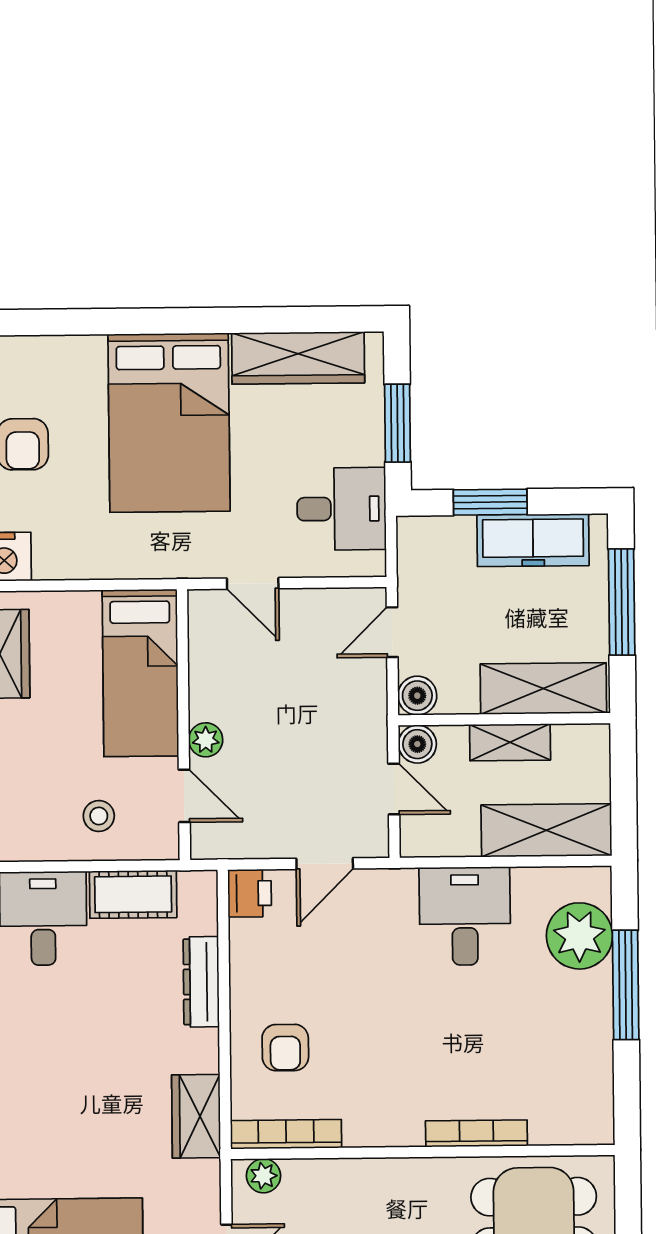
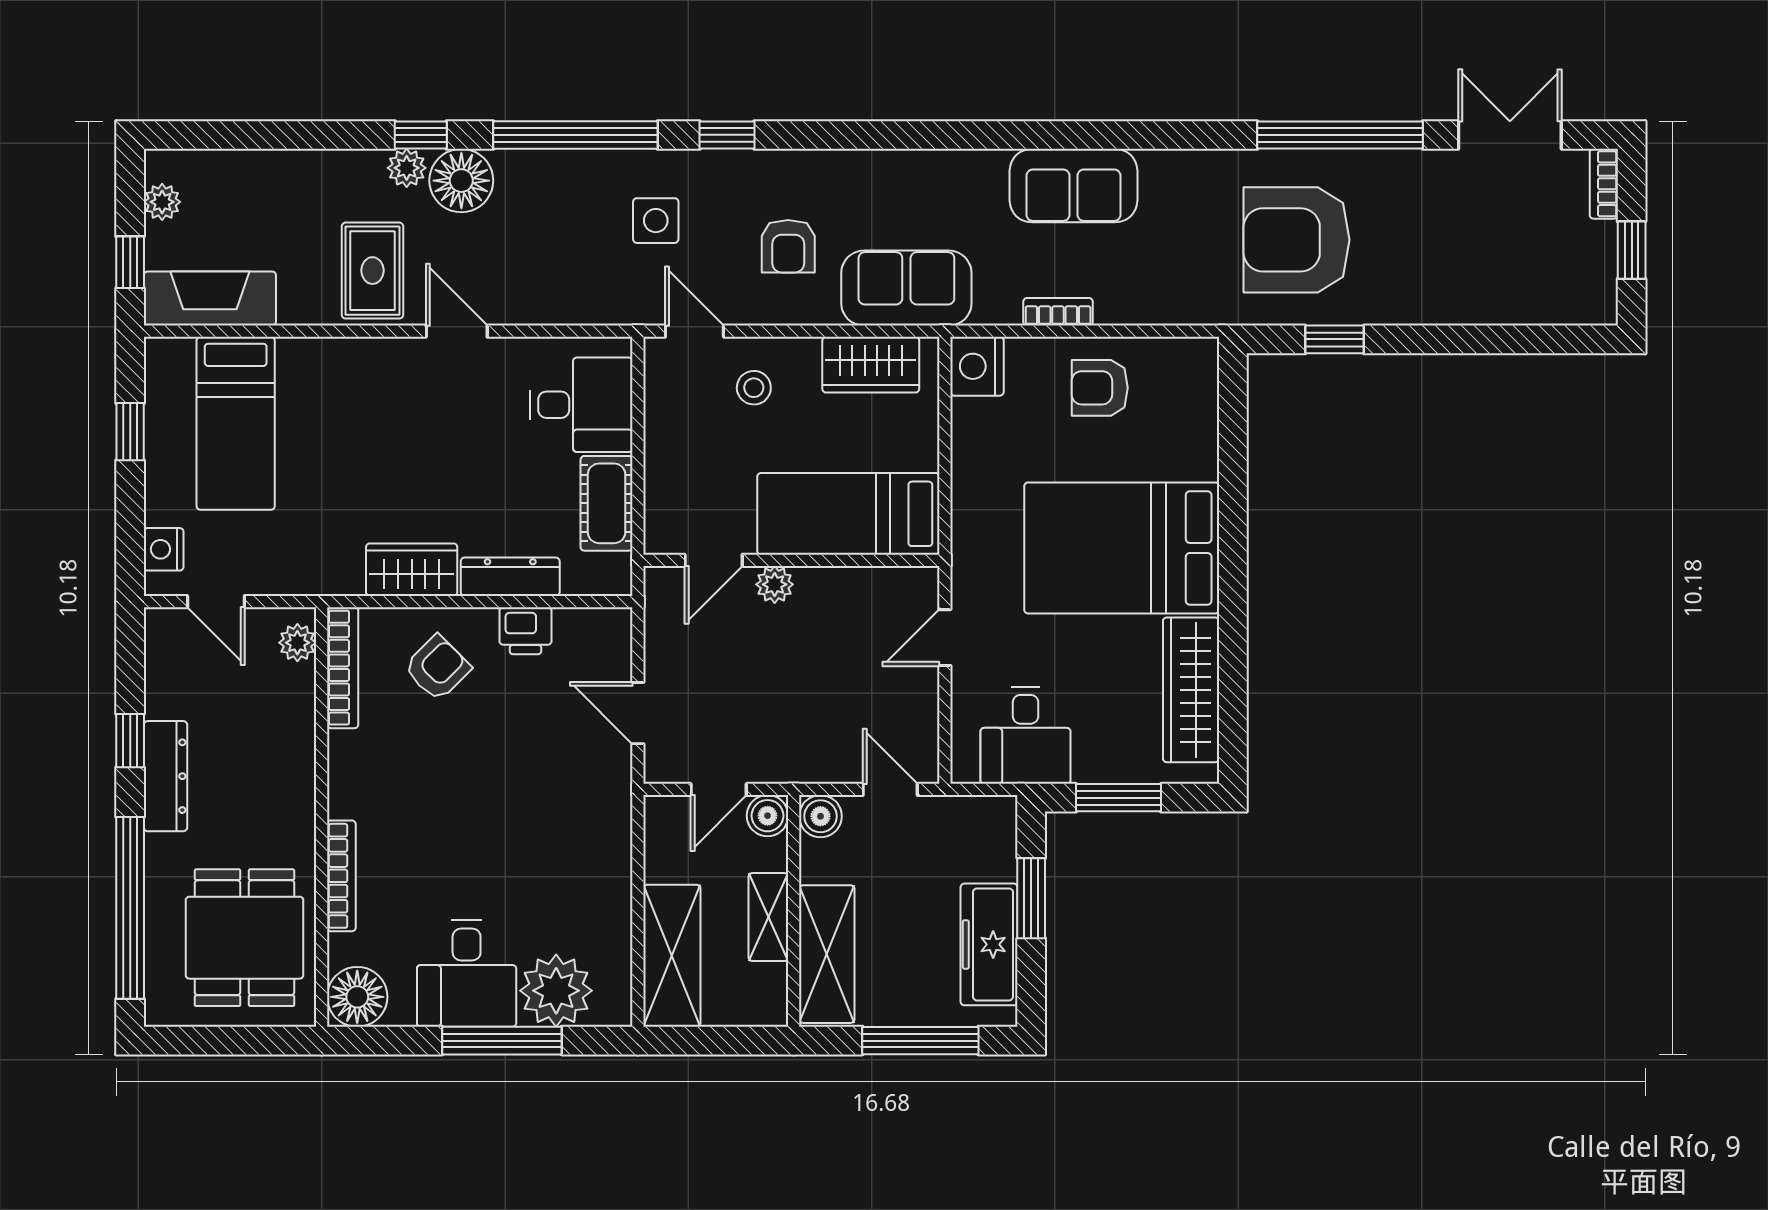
stool: (99, 816) -> (754, 388), moved
printer: (250, 893) -> (525, 631), moved
desk: (465, 916) -> (467, 973), moved, turned 90
armchair: (285, 1048) -> (437, 668), turned 135
wardrobe: (196, 1116) -> (412, 570), moved
floor lamp: (587, 1118) -> (357, 997), added

